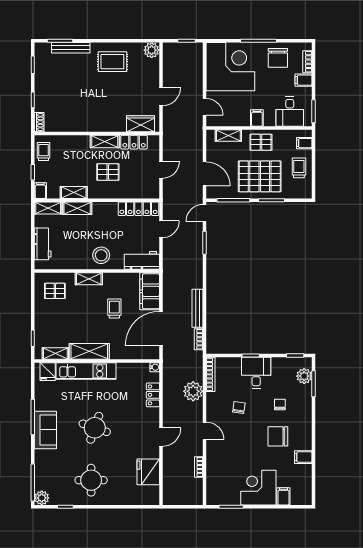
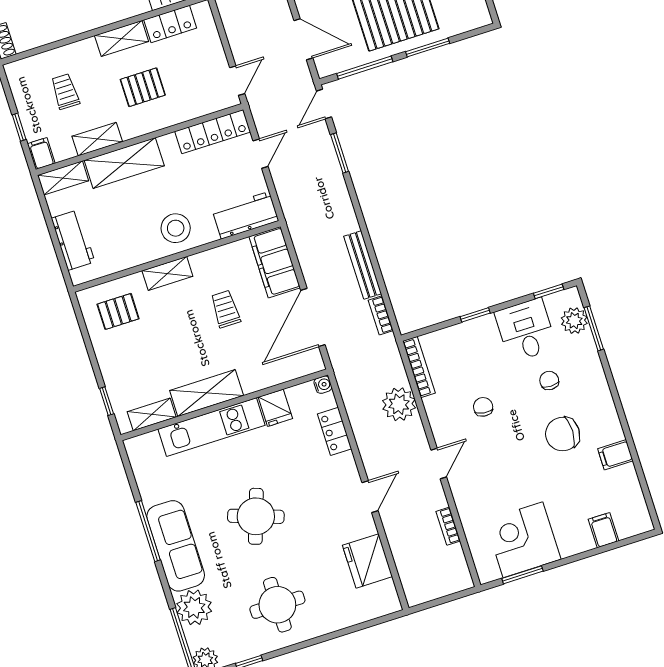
trolley: (44, 151) -> (65, 92), moved
door: (161, 170) -> (237, 81), moved
shelving: (77, 208) -> (124, 163), width x1.50, depth x1.33
fridge: (48, 372) -> (275, 408), moved
desk: (256, 373) -> (526, 330), moved
sofa: (45, 430) -> (176, 546), width x1.36
door: (205, 431) -> (439, 464), hinge flipped
plant: (45, 467) -> (194, 607), added
corner desk: (258, 488) -> (523, 540), moved

